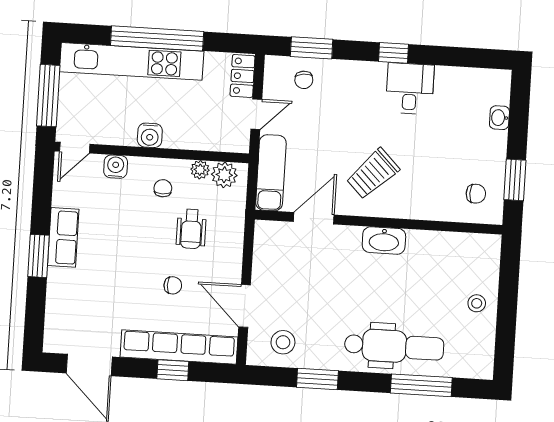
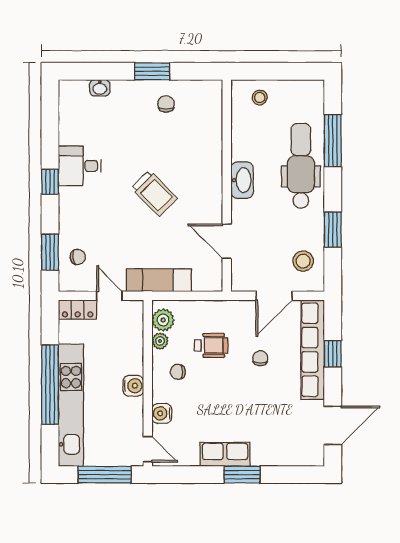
door: (314, 218) -> (227, 241), moved
wall: (379, 222) -> (227, 186), moved
washbasin: (384, 240) -> (242, 180), moved

